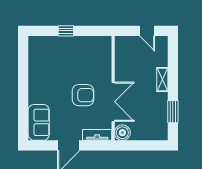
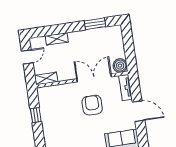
window: (66, 31) -> (36, 115), moved
shelving: (120, 48) -> (46, 78), added
shelving: (162, 79) -> (57, 39), moved

